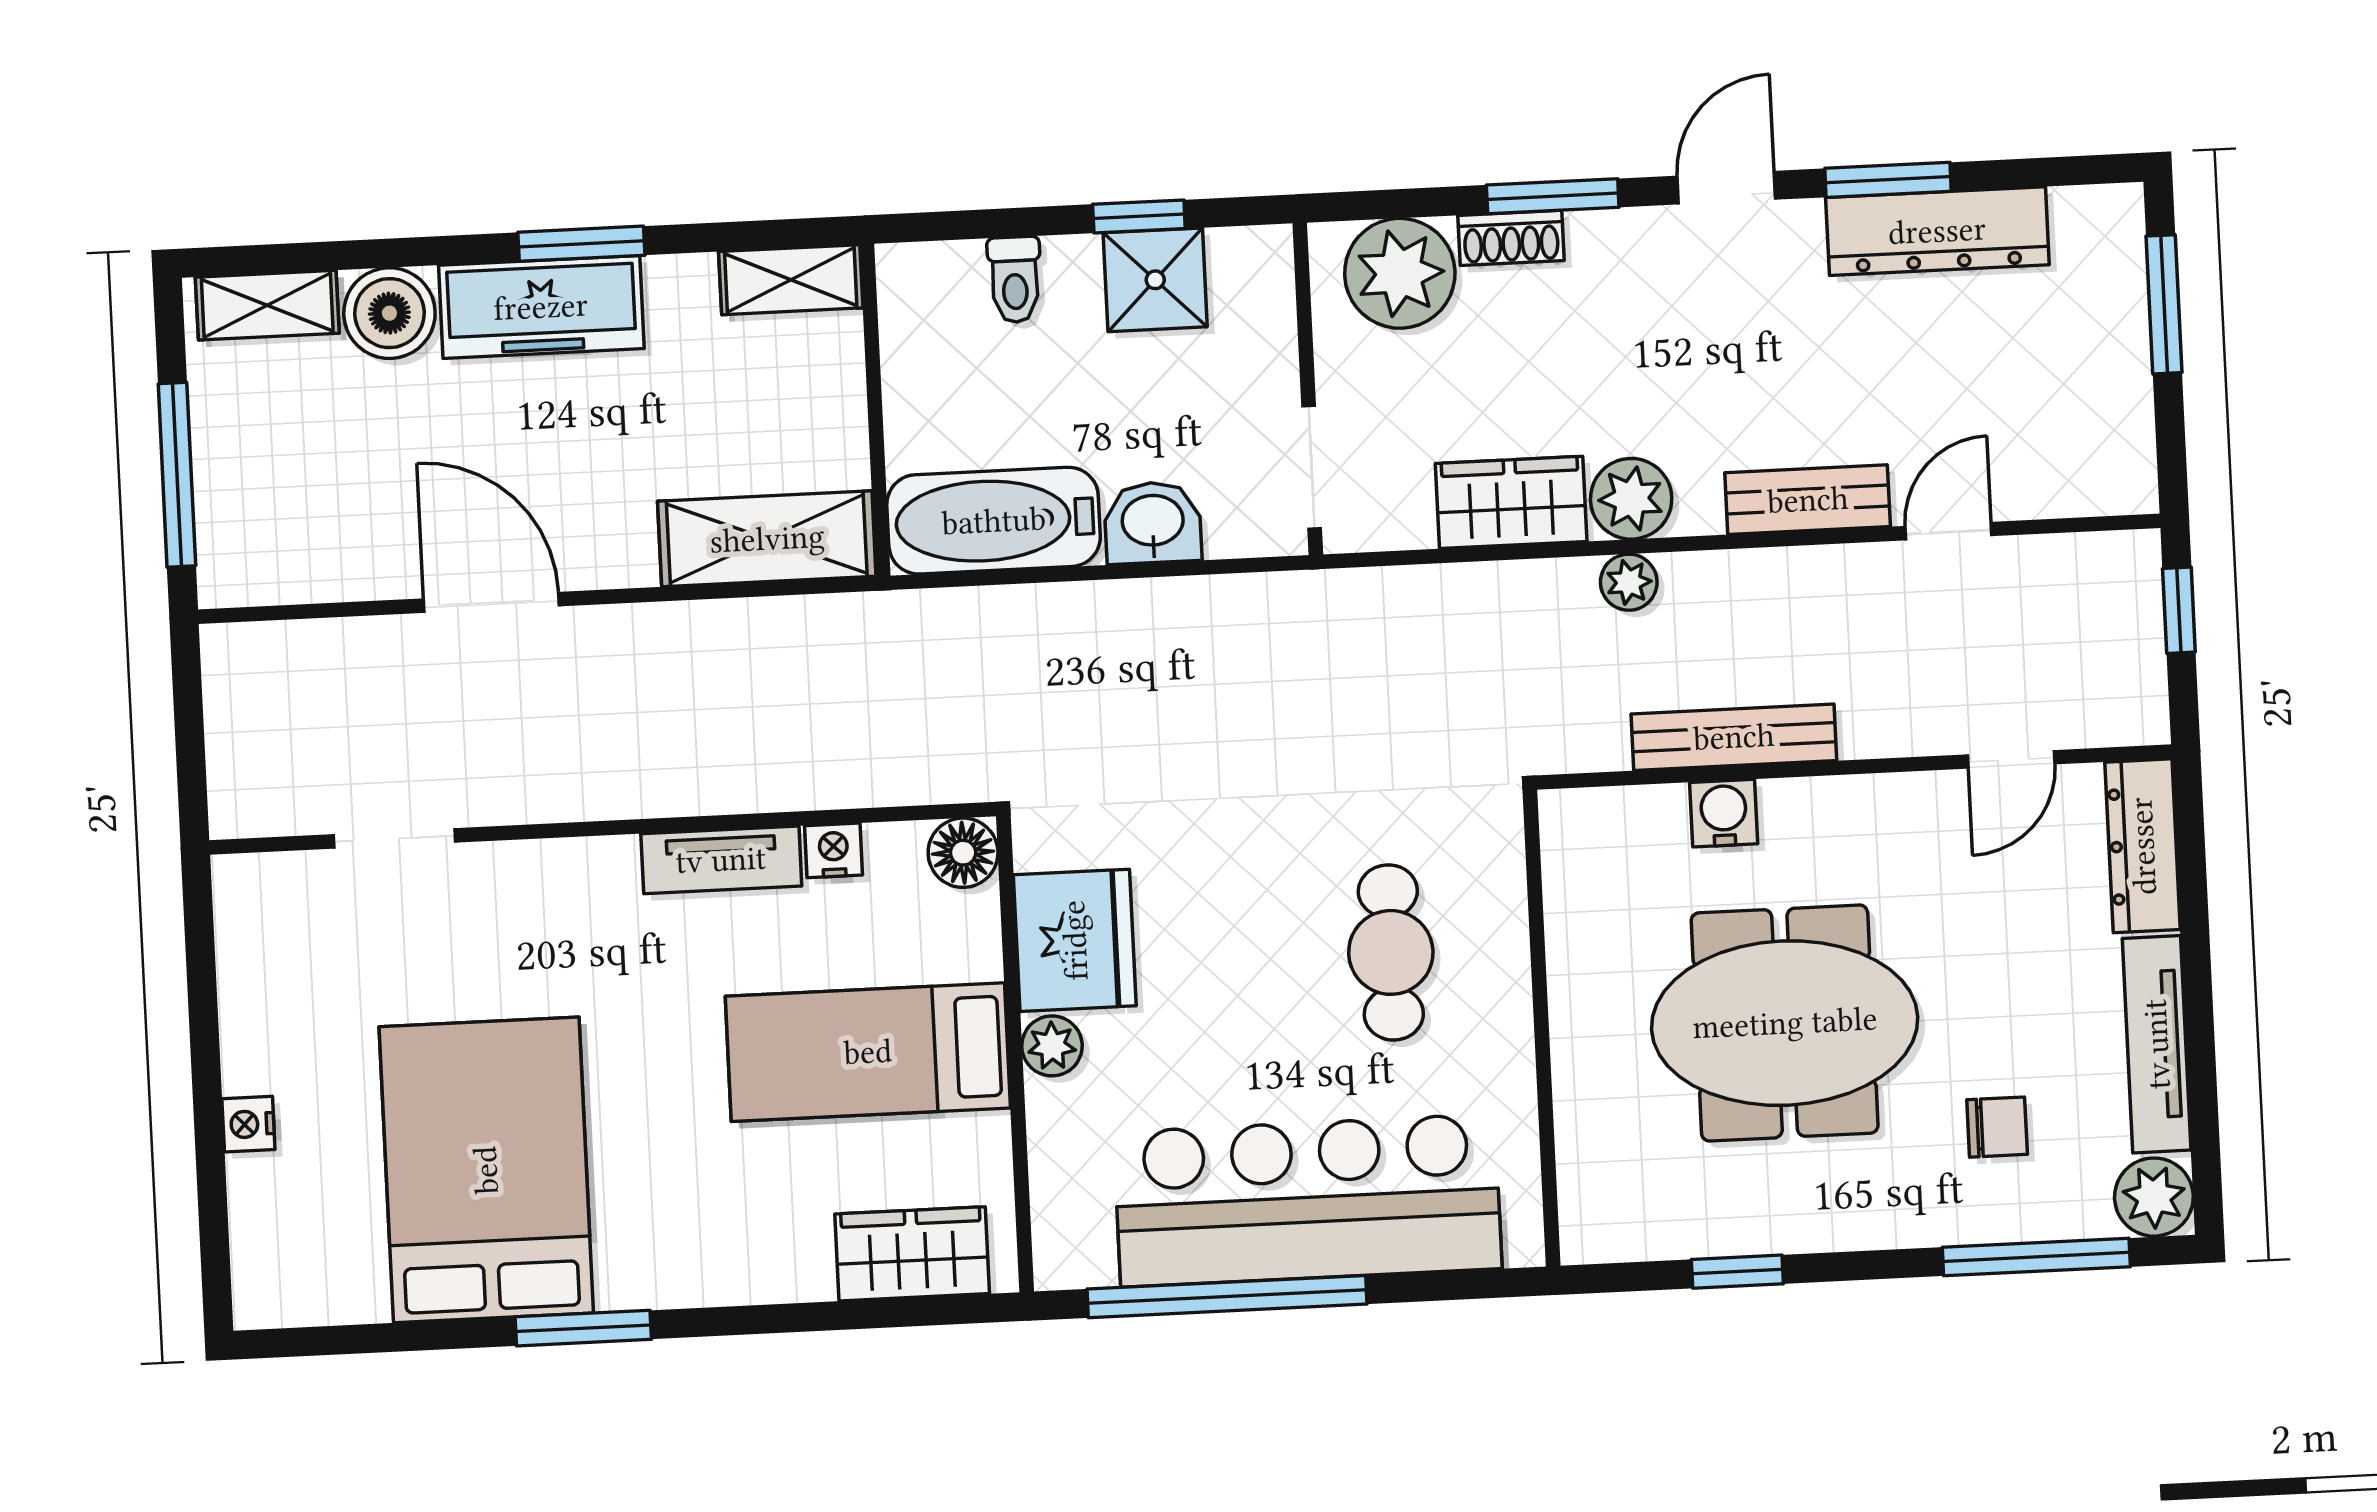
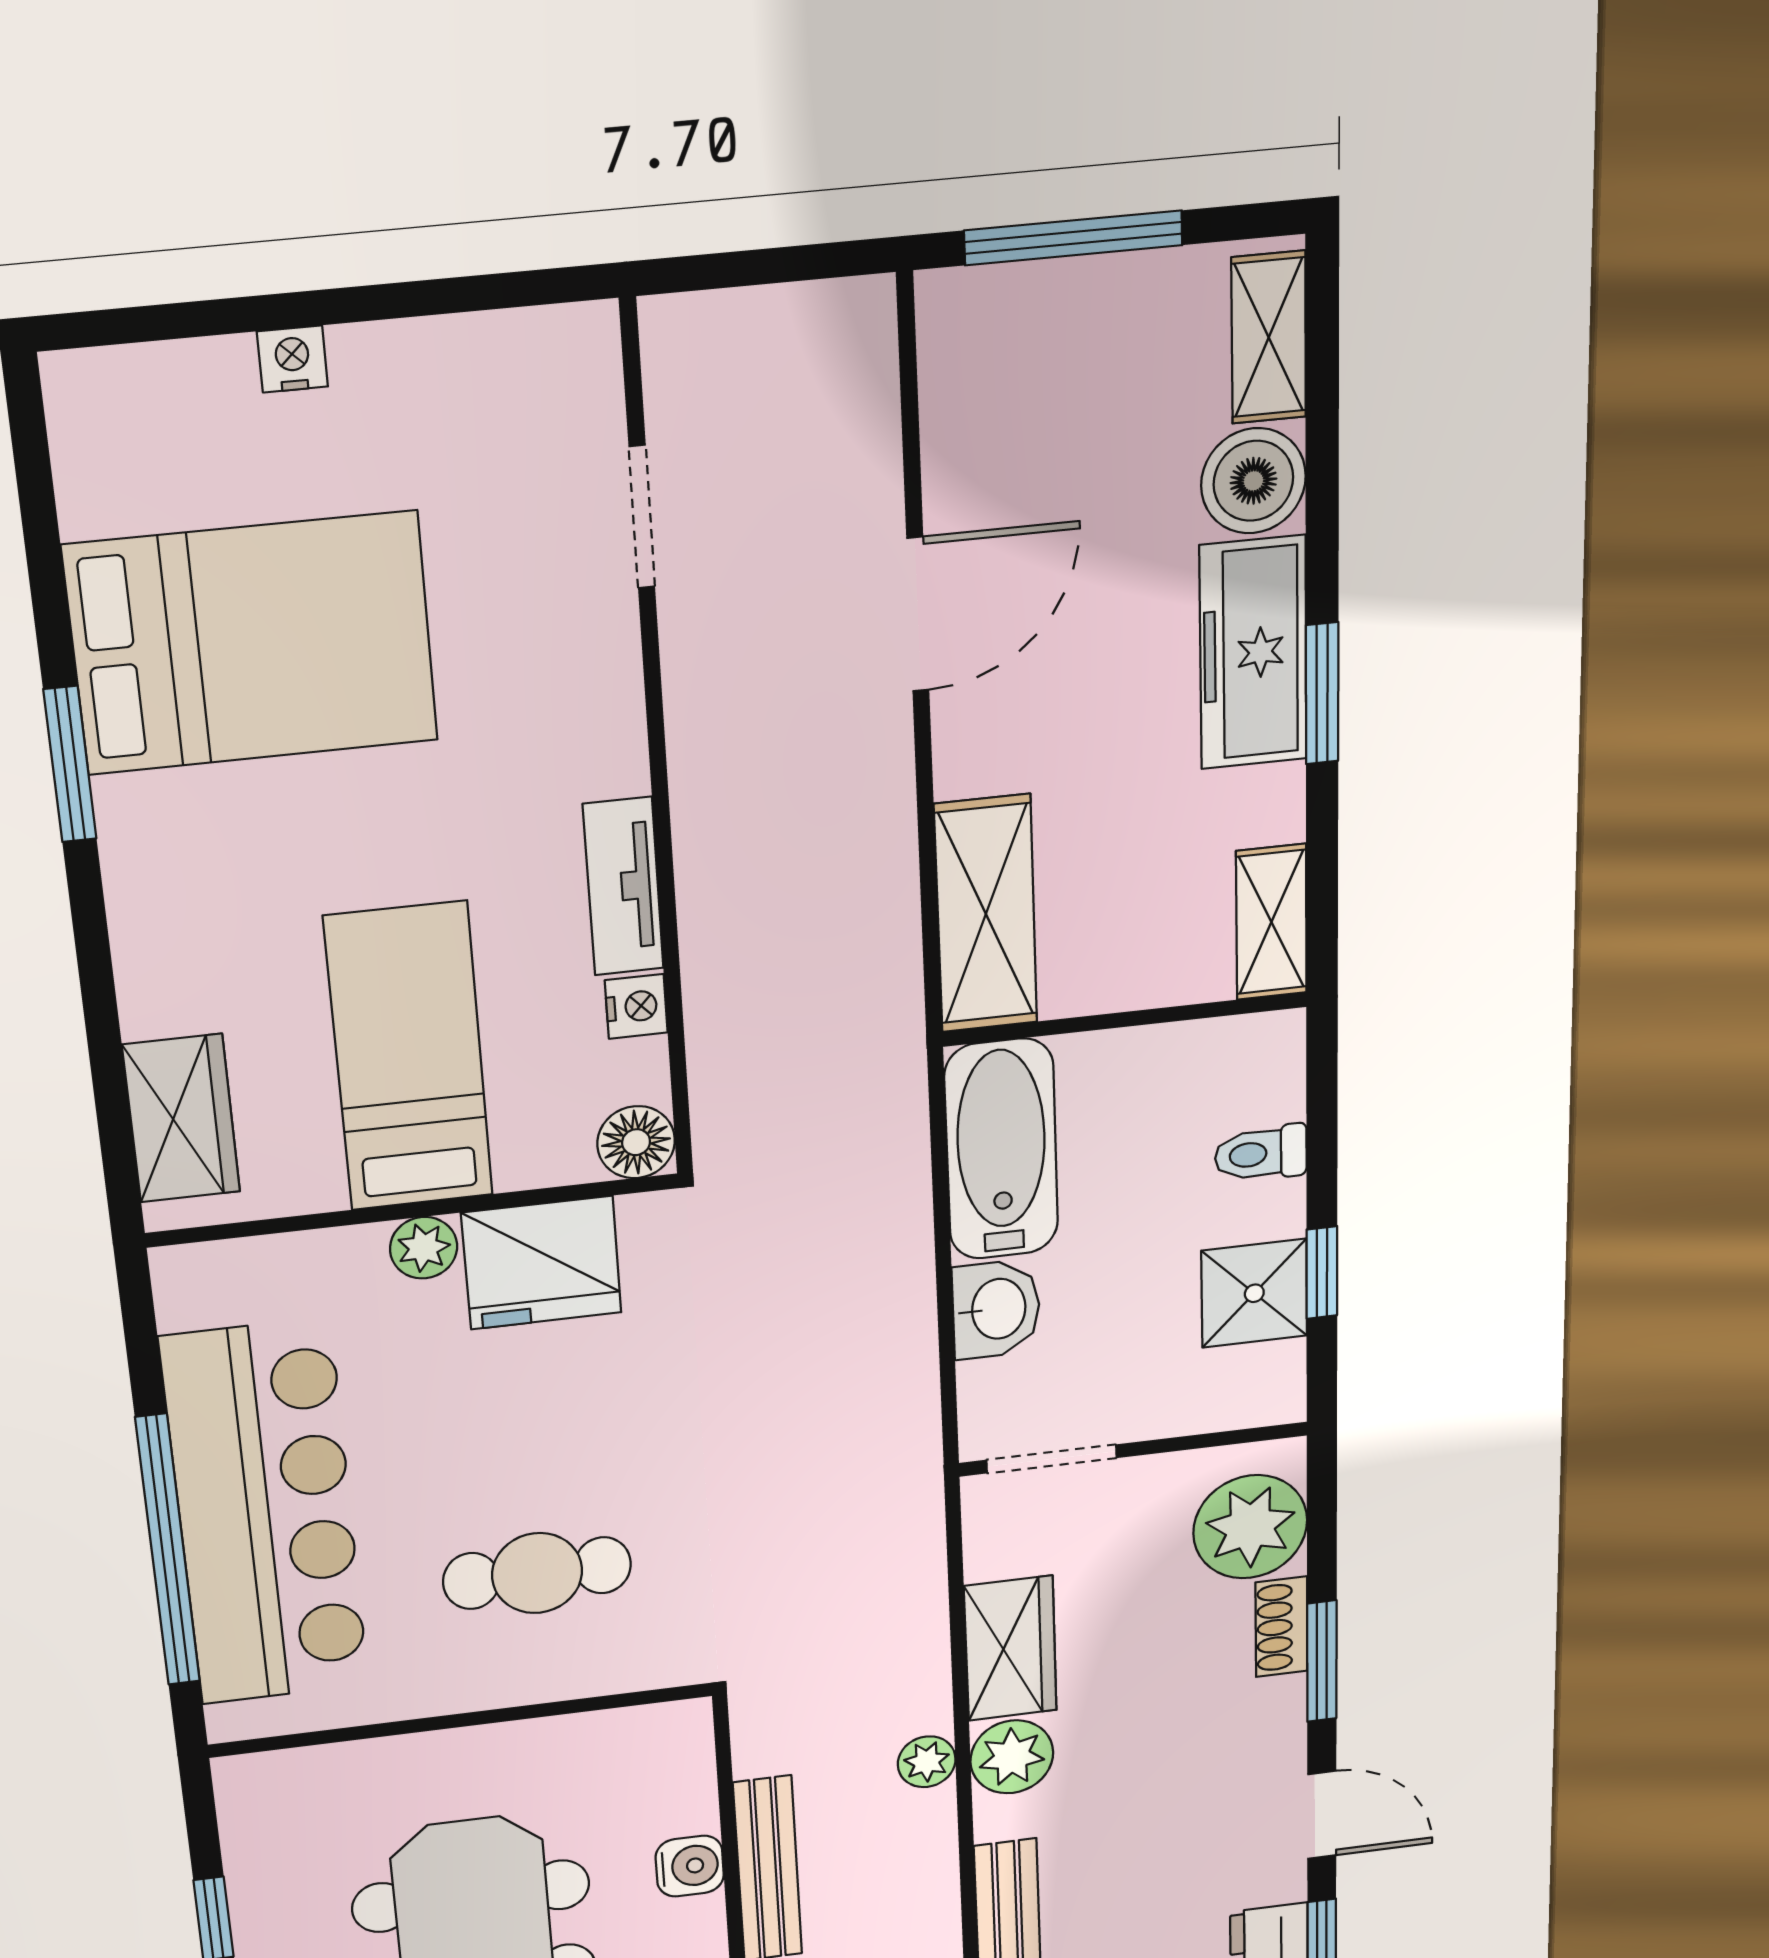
window: (1227, 1297) -> (168, 1551), moved

